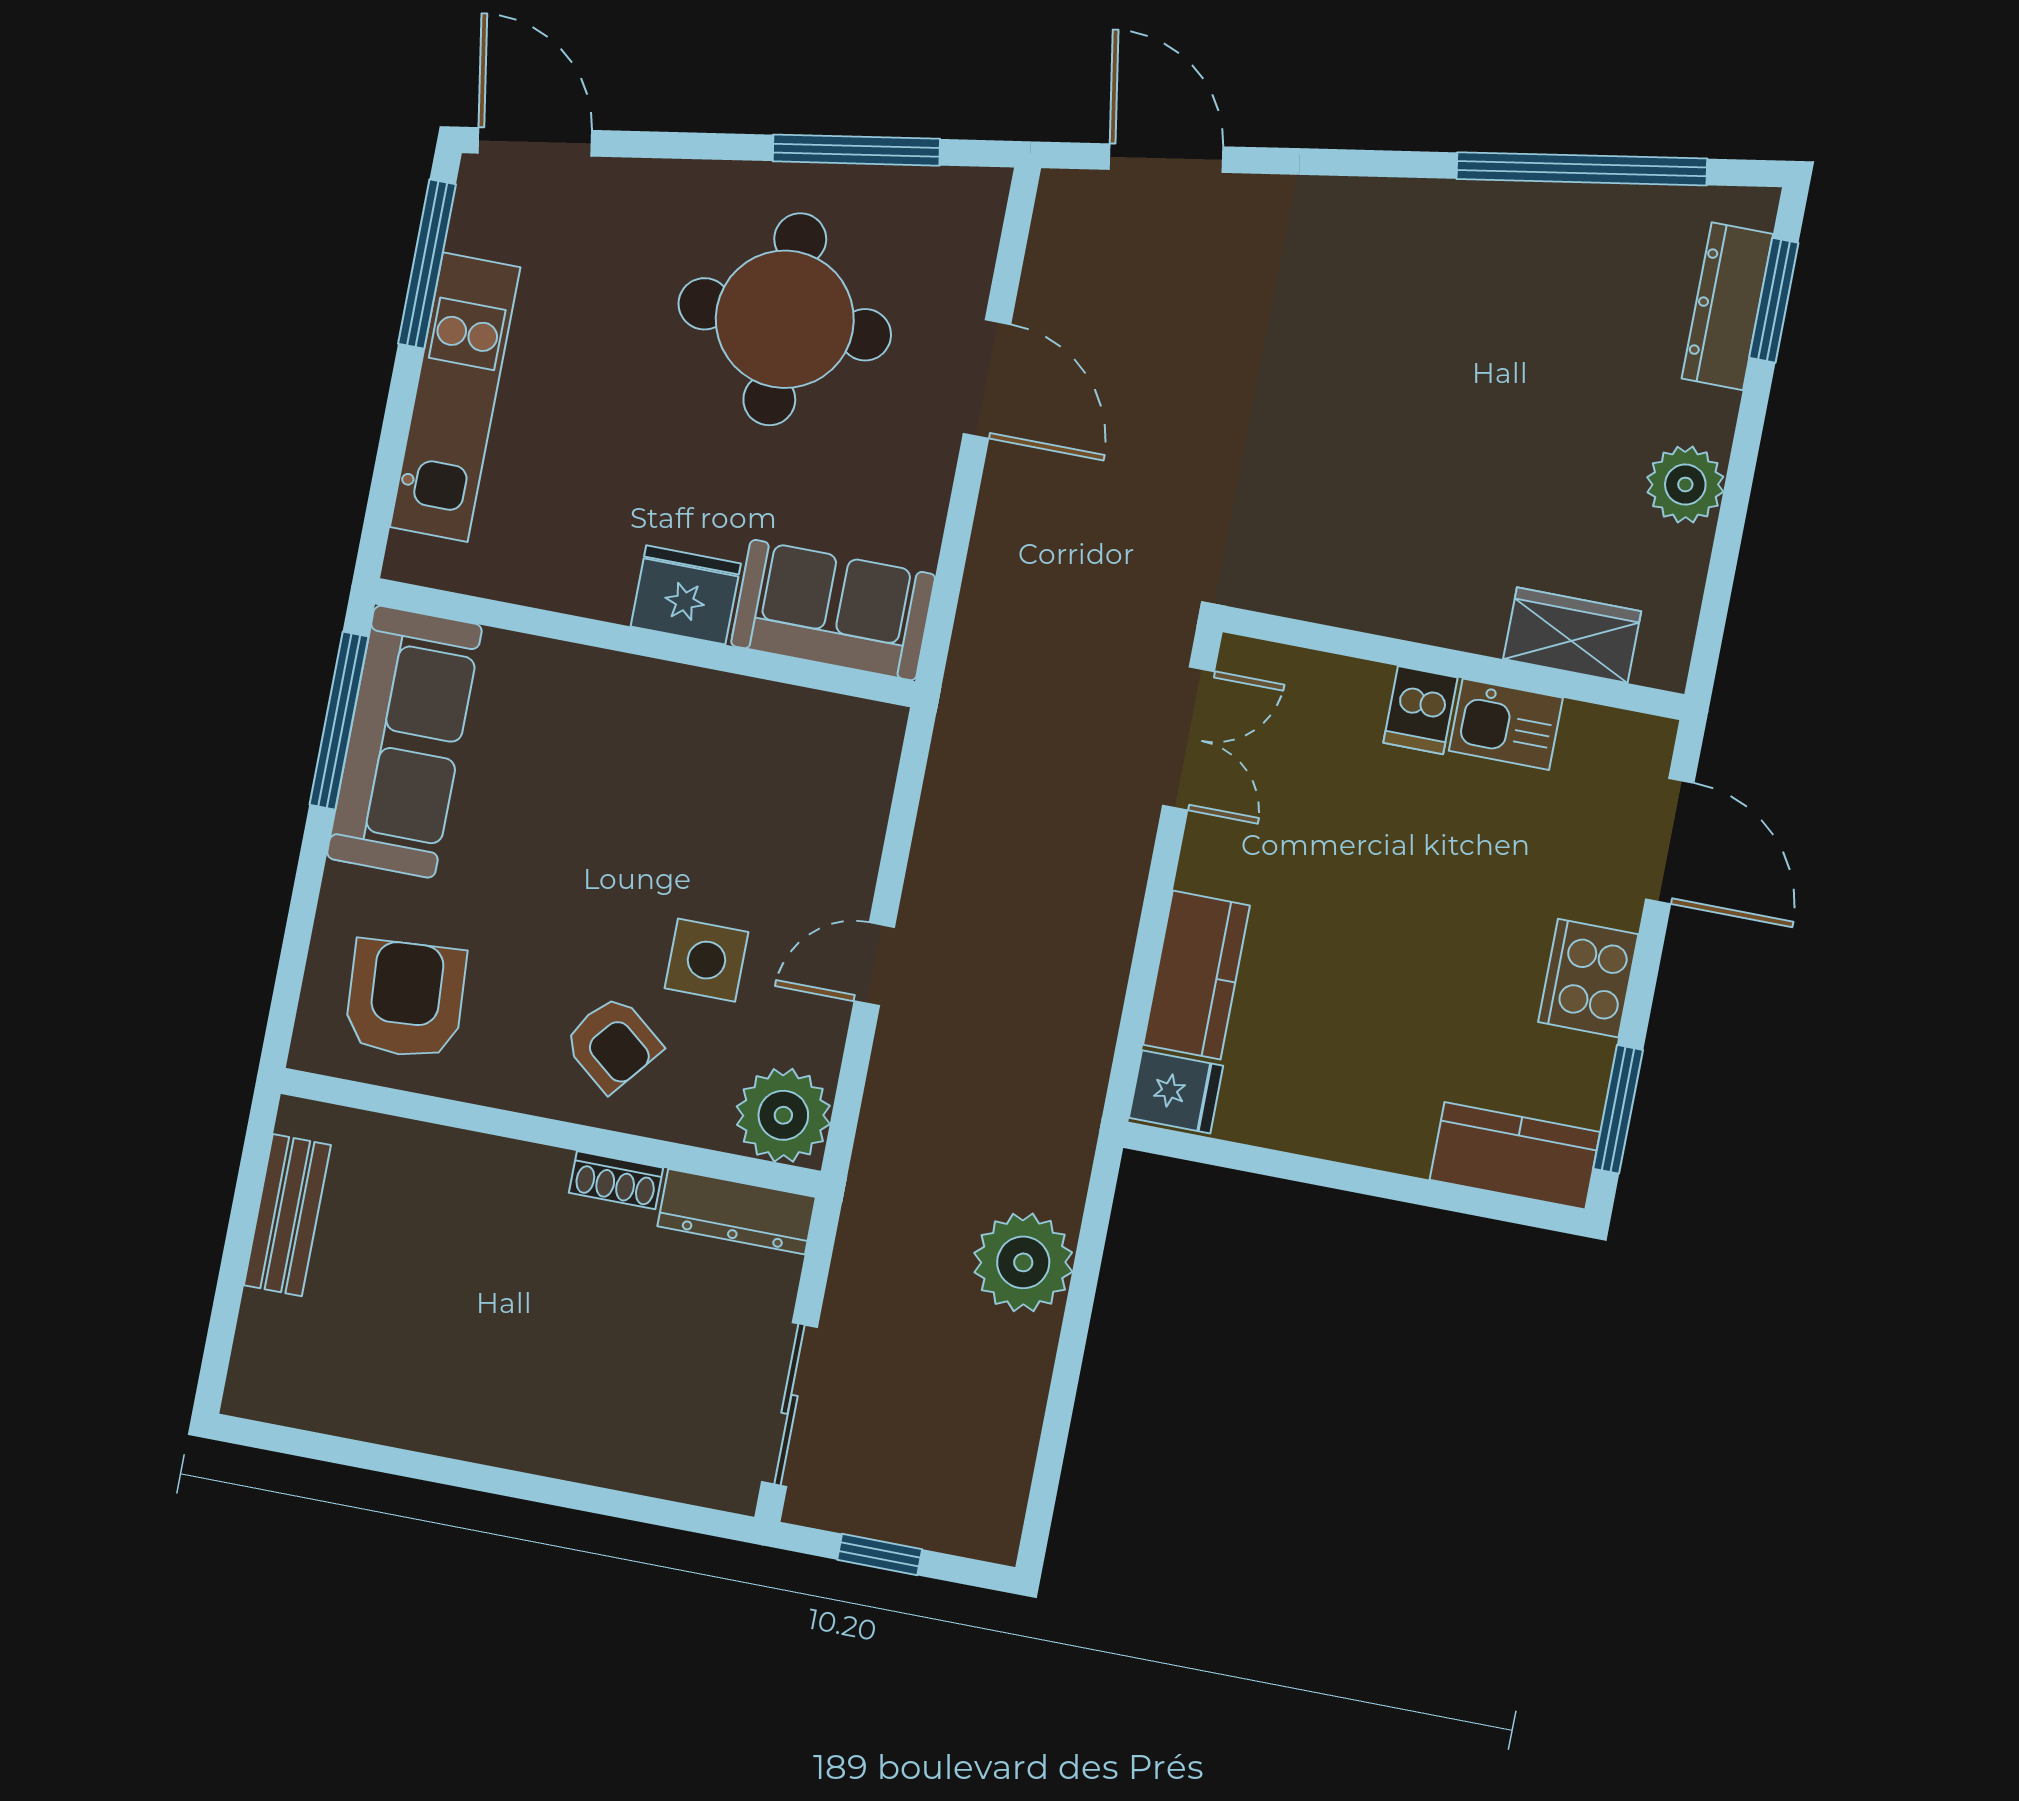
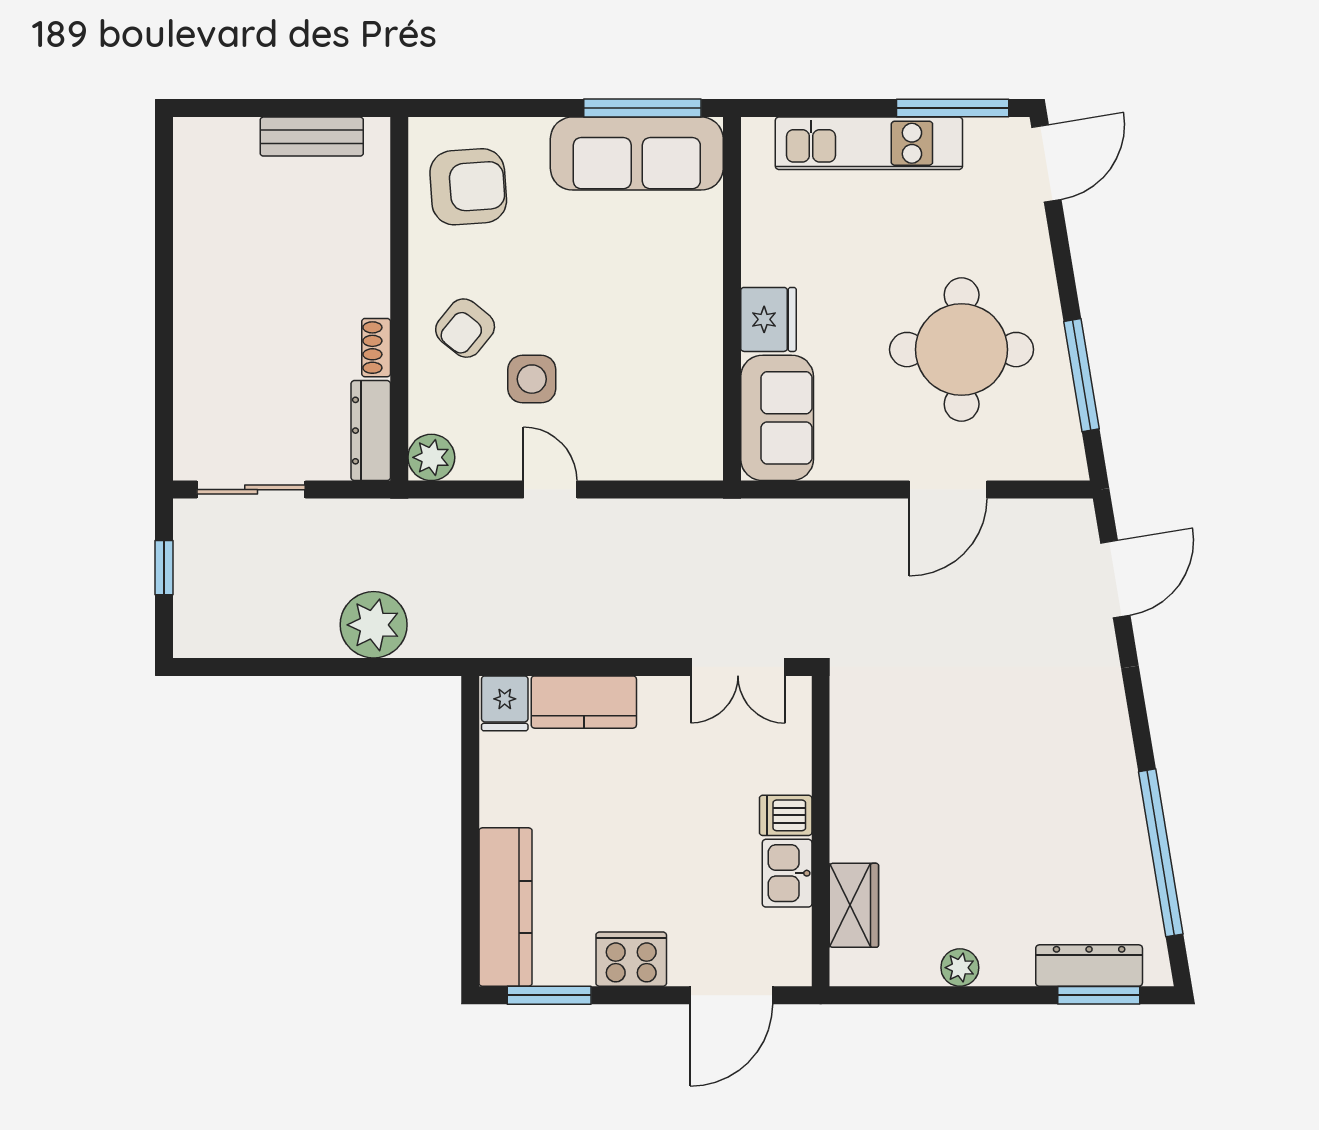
plant: (1685, 485) -> (960, 968), width x0.73, depth x0.73
plant: (783, 1115) -> (431, 457), width x0.73, depth x0.73
kitchen counter: (1515, 1156) -> (506, 907), width x1.50

